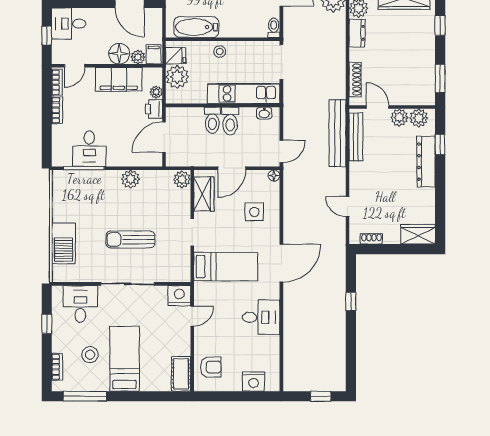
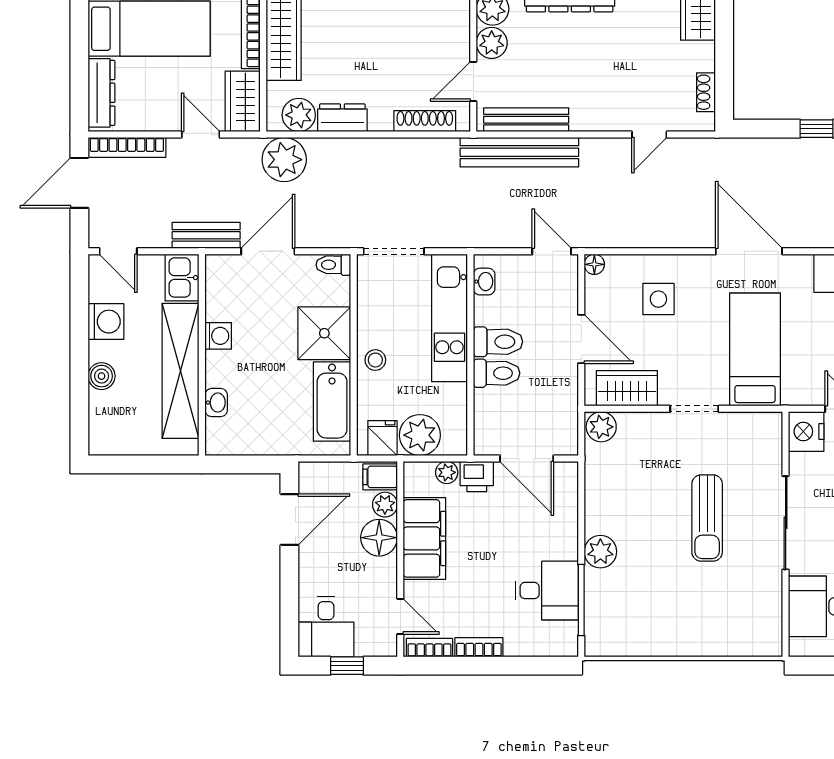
shower: (235, 23) -> (324, 333), added
plant: (131, 179) -> (600, 552), moved
barbecue: (63, 243) -> (714, 636), removed

